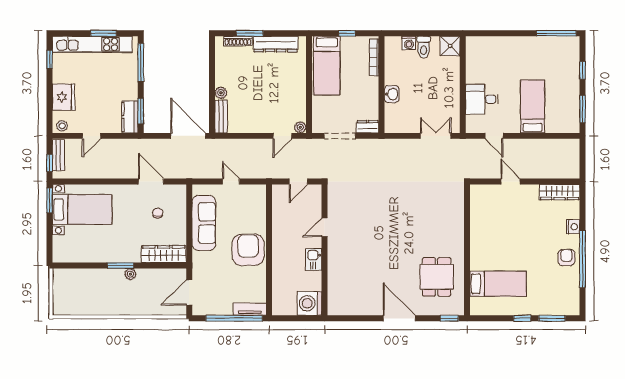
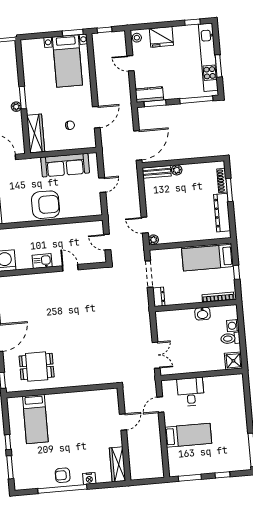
washbasin: (392, 94) -> (203, 314), moved
bench: (58, 155) -> (112, 37), removed
armchair: (566, 257) -> (63, 475), turned 180

